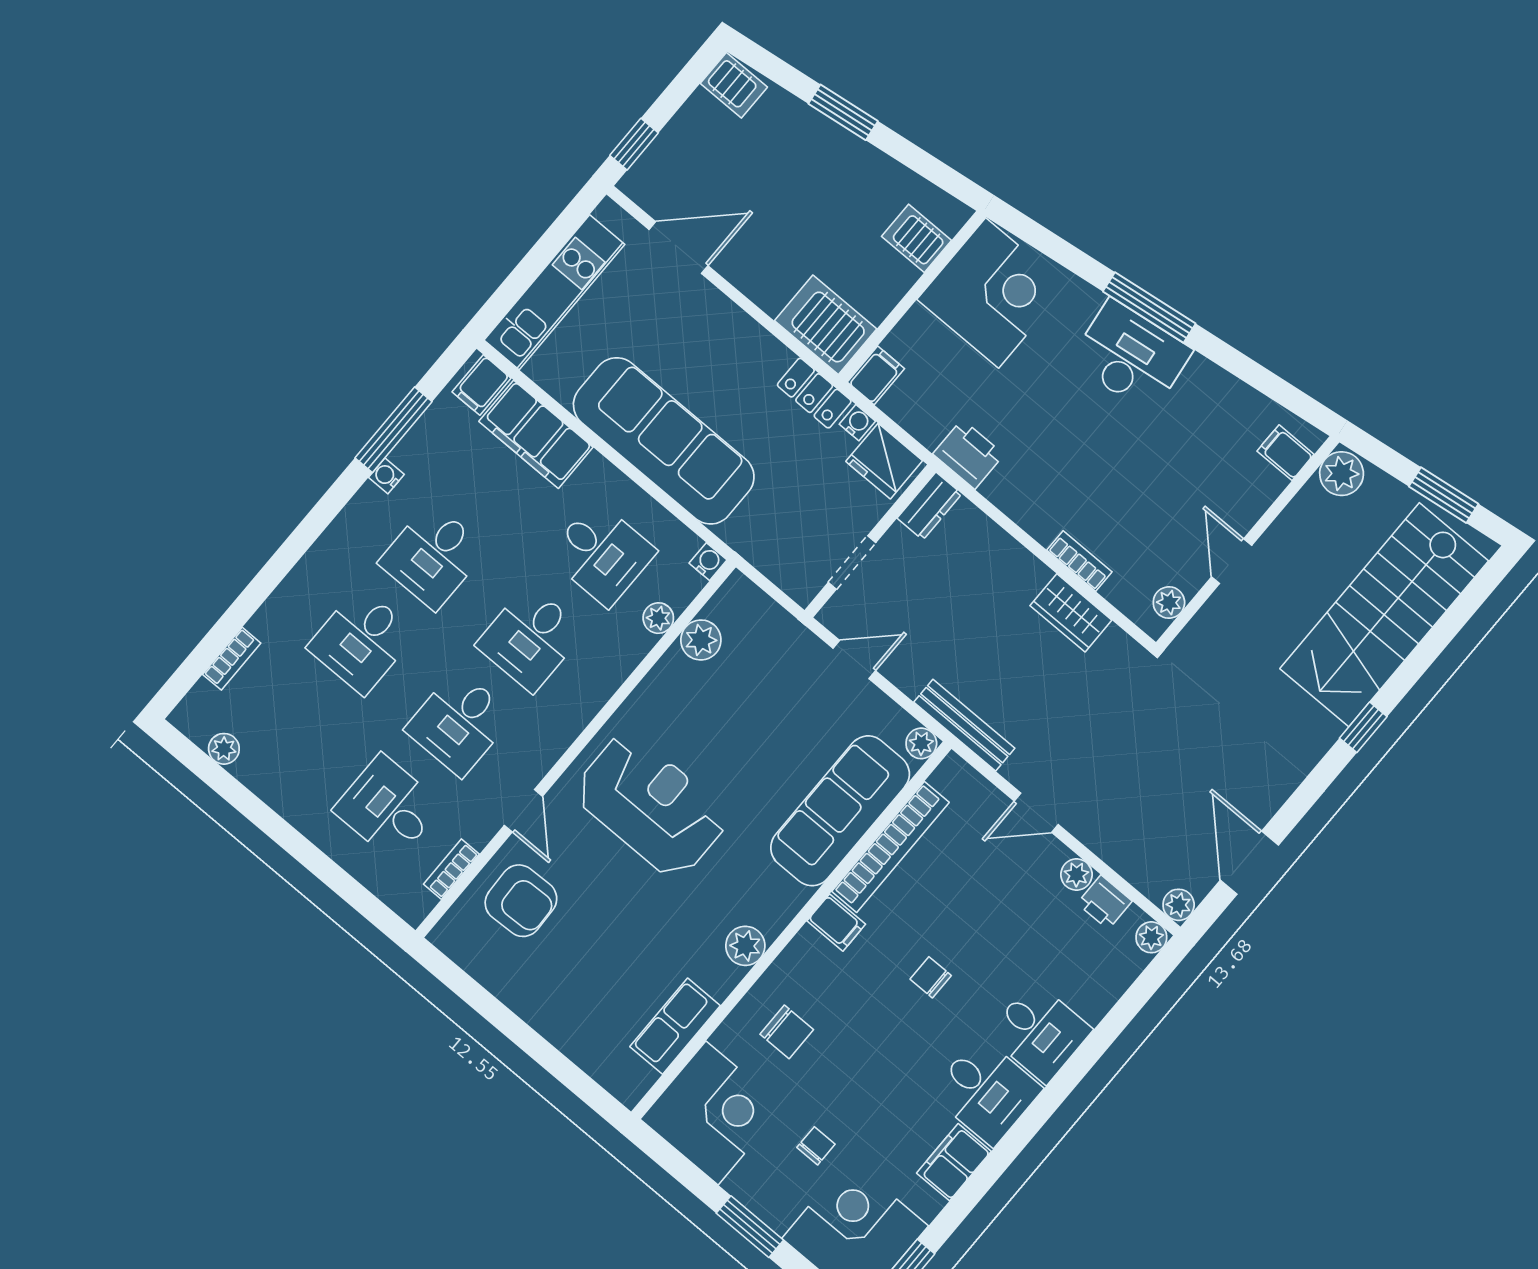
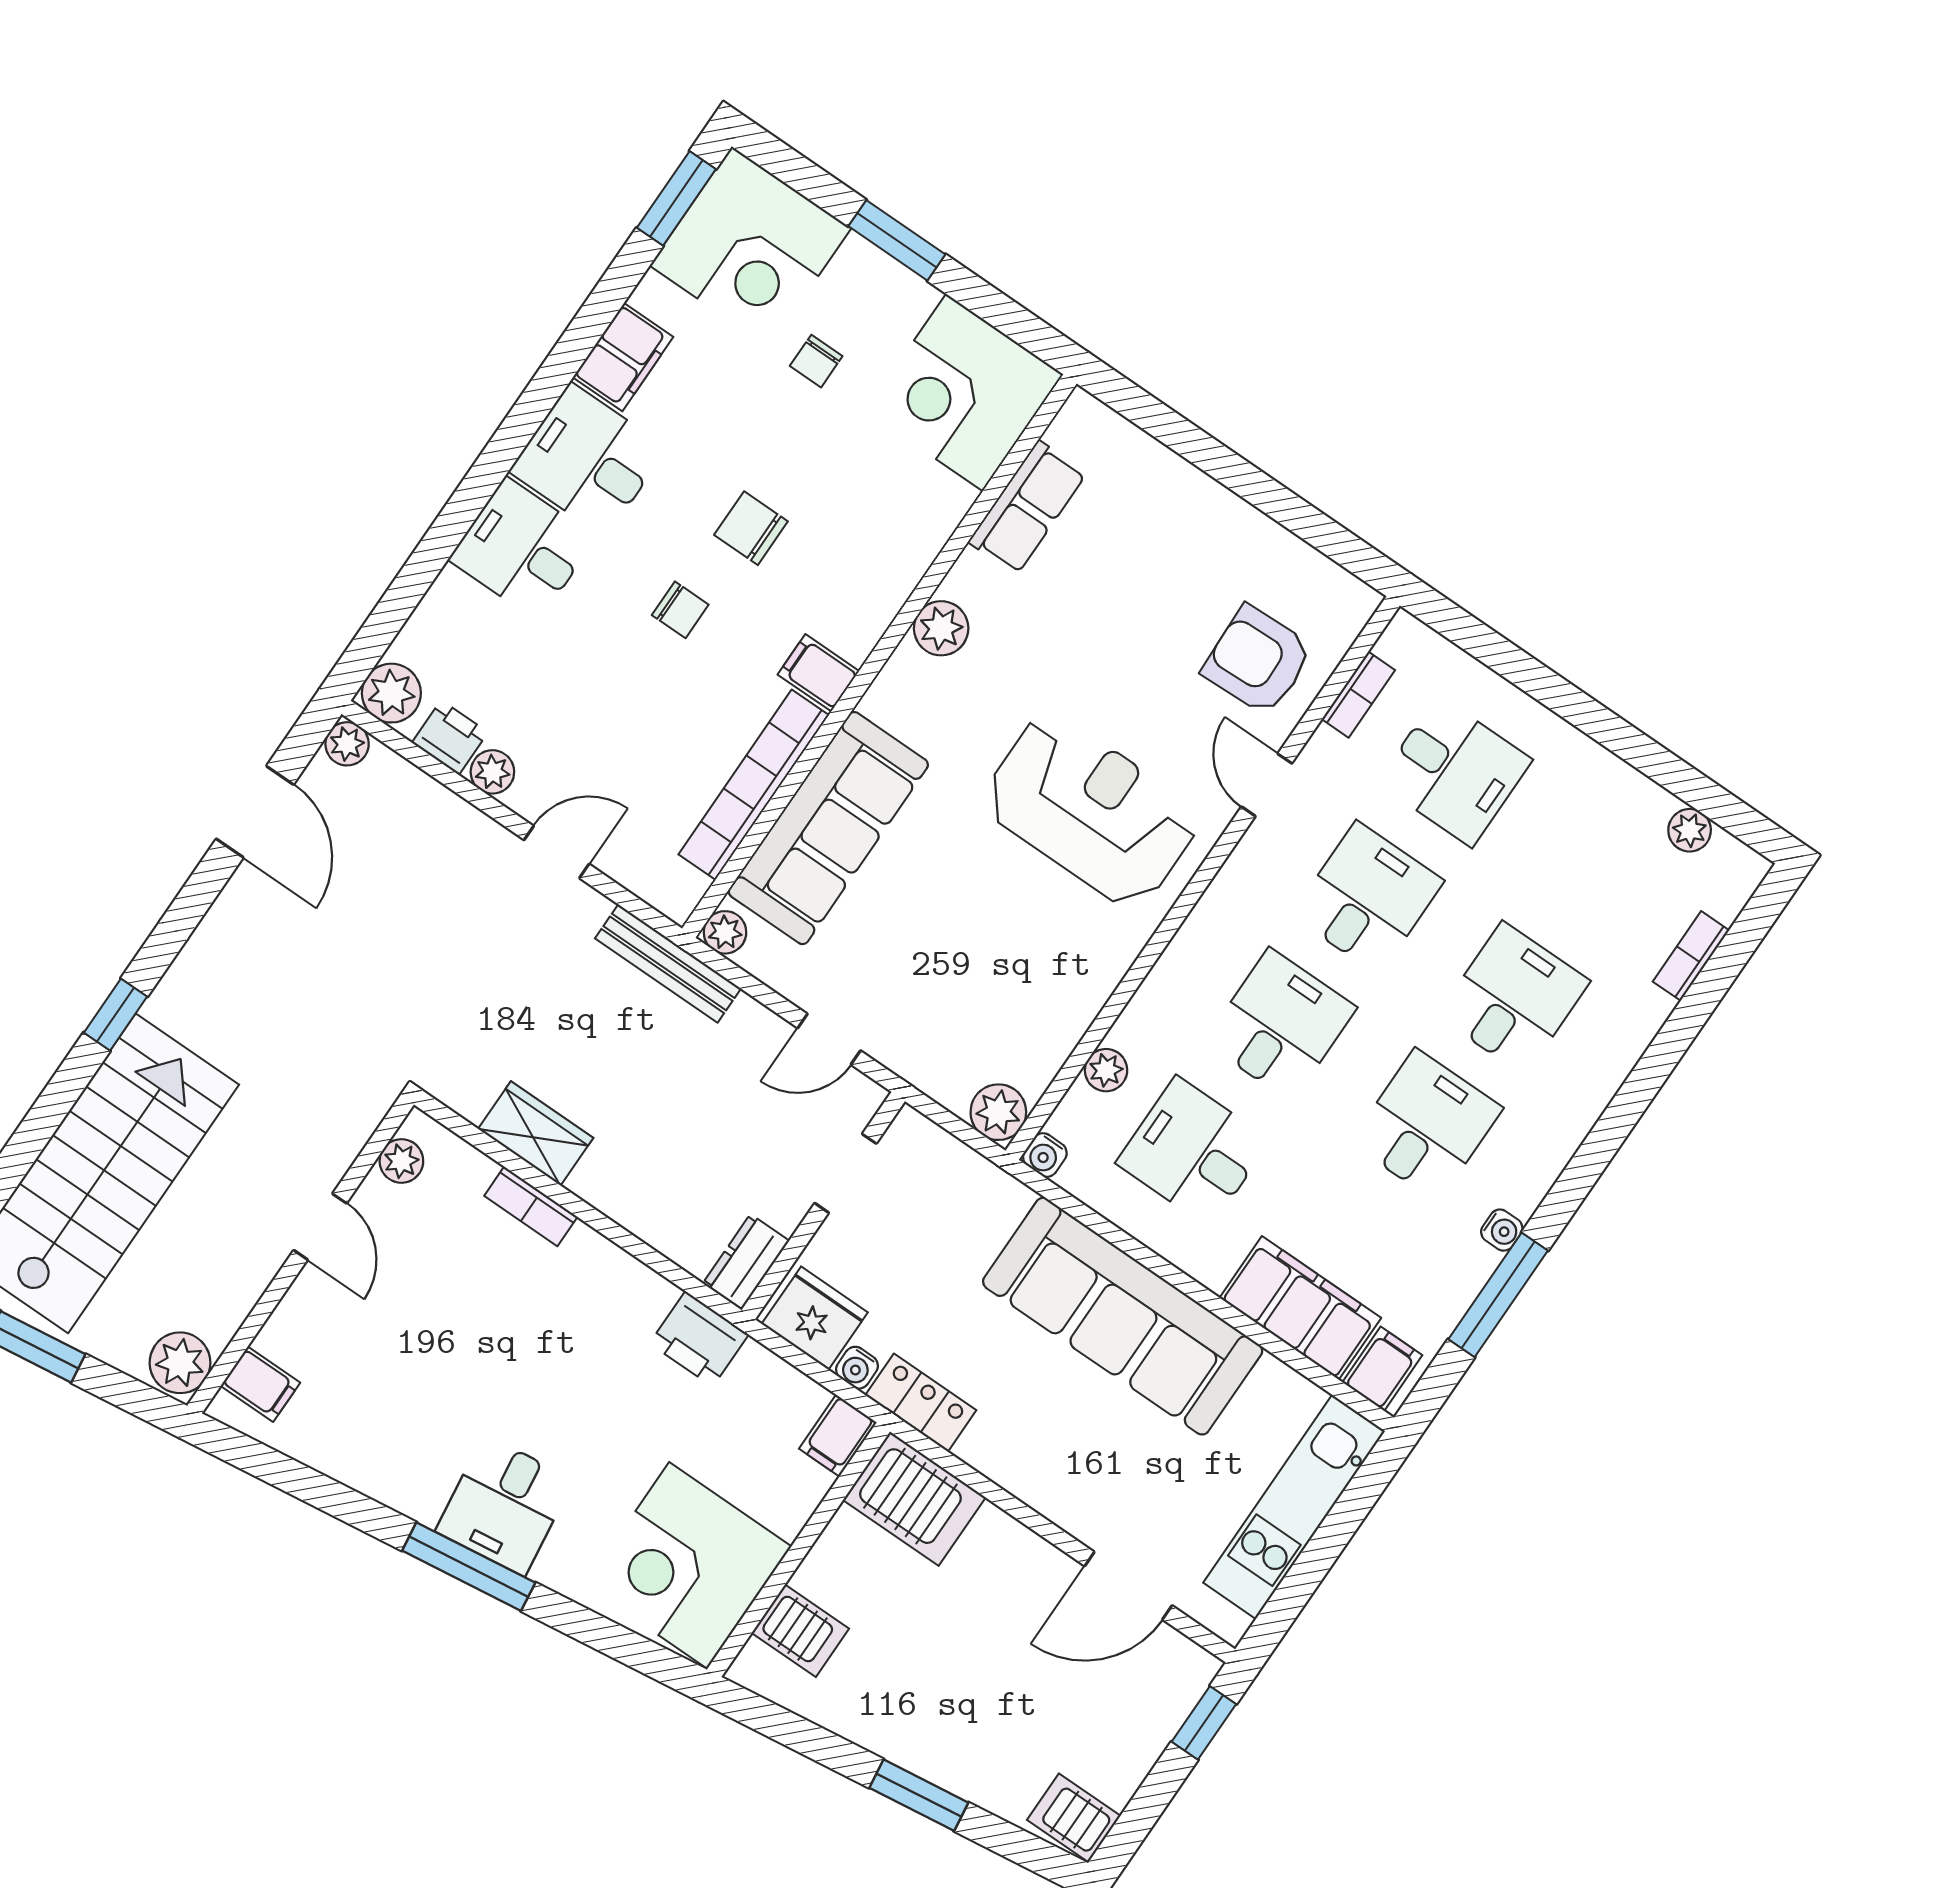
desk: (1131, 356) -> (504, 1505), width x0.73
plant: (701, 640) -> (998, 1112), moved
reception desk: (651, 805) -> (1091, 810), turned 180
plant: (1151, 937) -> (391, 693), width x1.38, depth x1.38
chair: (787, 1032) -> (751, 528), moved

